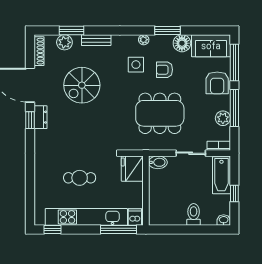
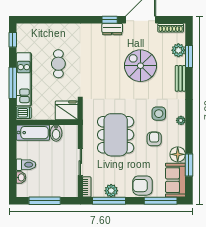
window: (168, 30) -> (189, 165), moved
window: (234, 108) -> (109, 201), moved
bidet: (158, 162) -> (56, 133), moved
bathtub: (221, 175) -> (33, 133), moved, turned 180
window: (234, 193) -> (45, 201), width x2.17
kitchen unit: (86, 217) -> (24, 79), width x0.73
washbasin: (224, 220) -> (21, 177), moved
window: (118, 229) -> (13, 83), moved

